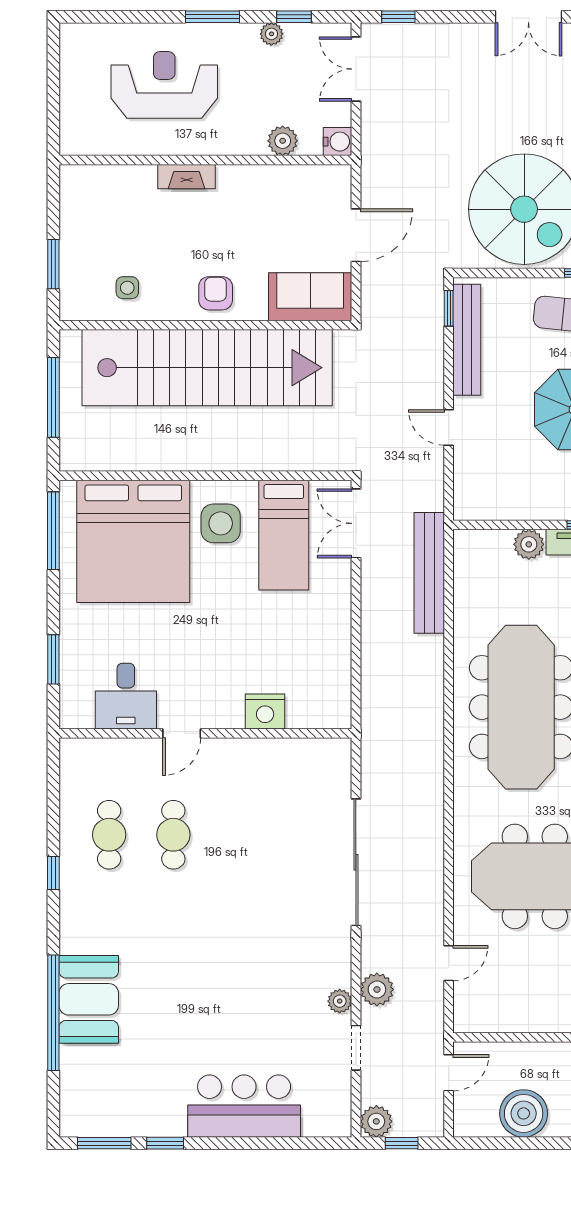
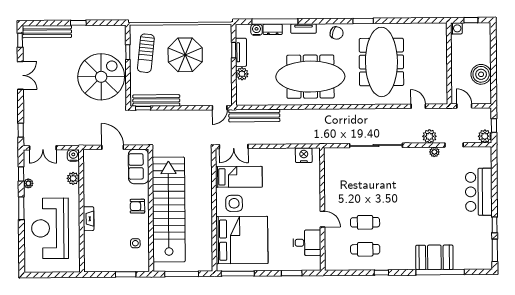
reception desk: (164, 85) -> (50, 228), width x1.36, depth x1.30
door: (449, 428) -> (220, 108), moved
nightstand: (265, 711) -> (304, 155), moved, turned -90

